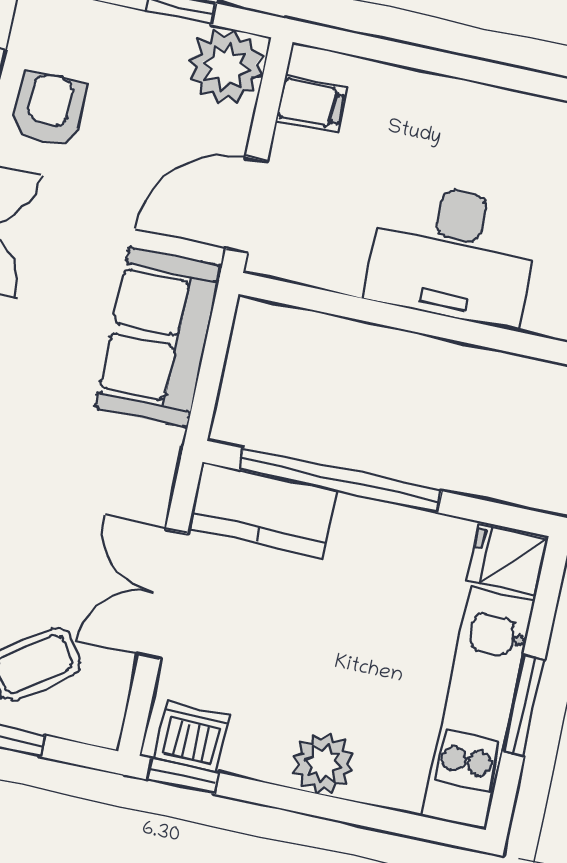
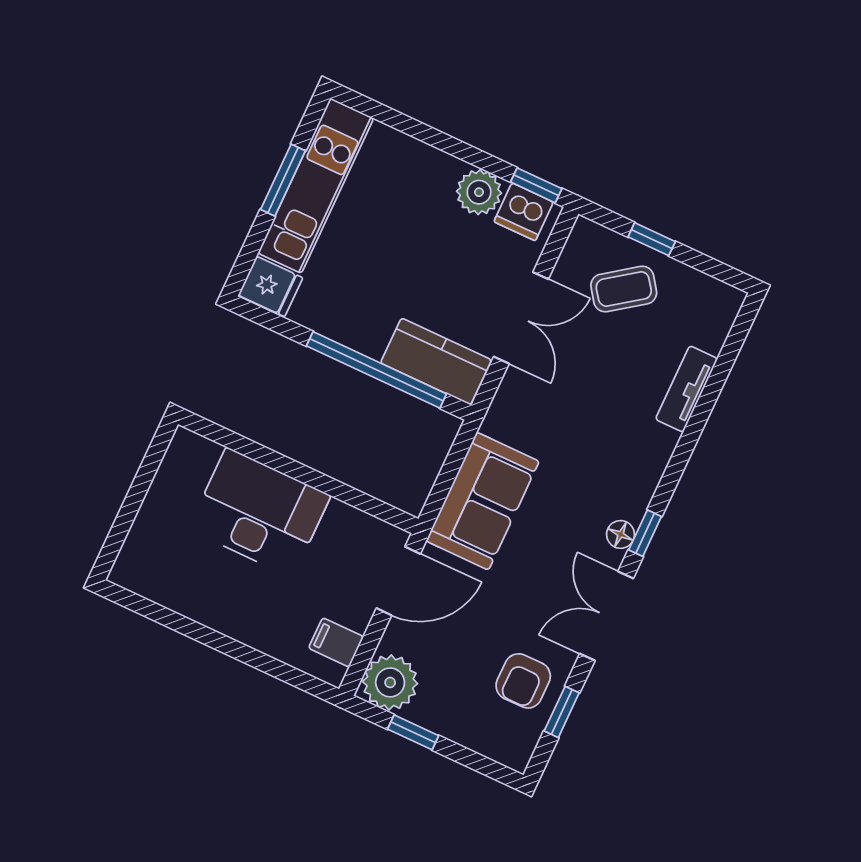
plant: (323, 764) -> (479, 192), moved

